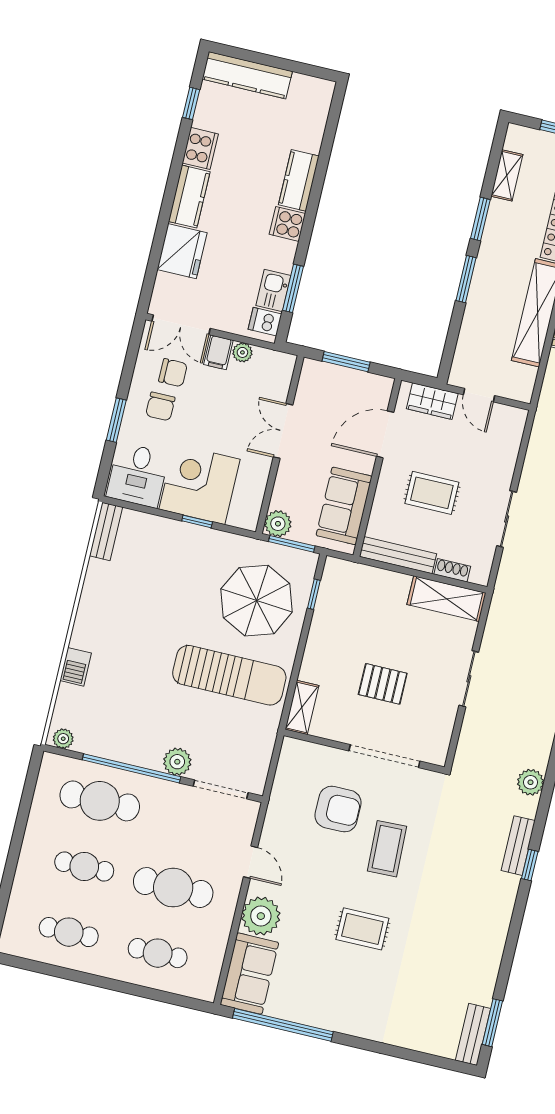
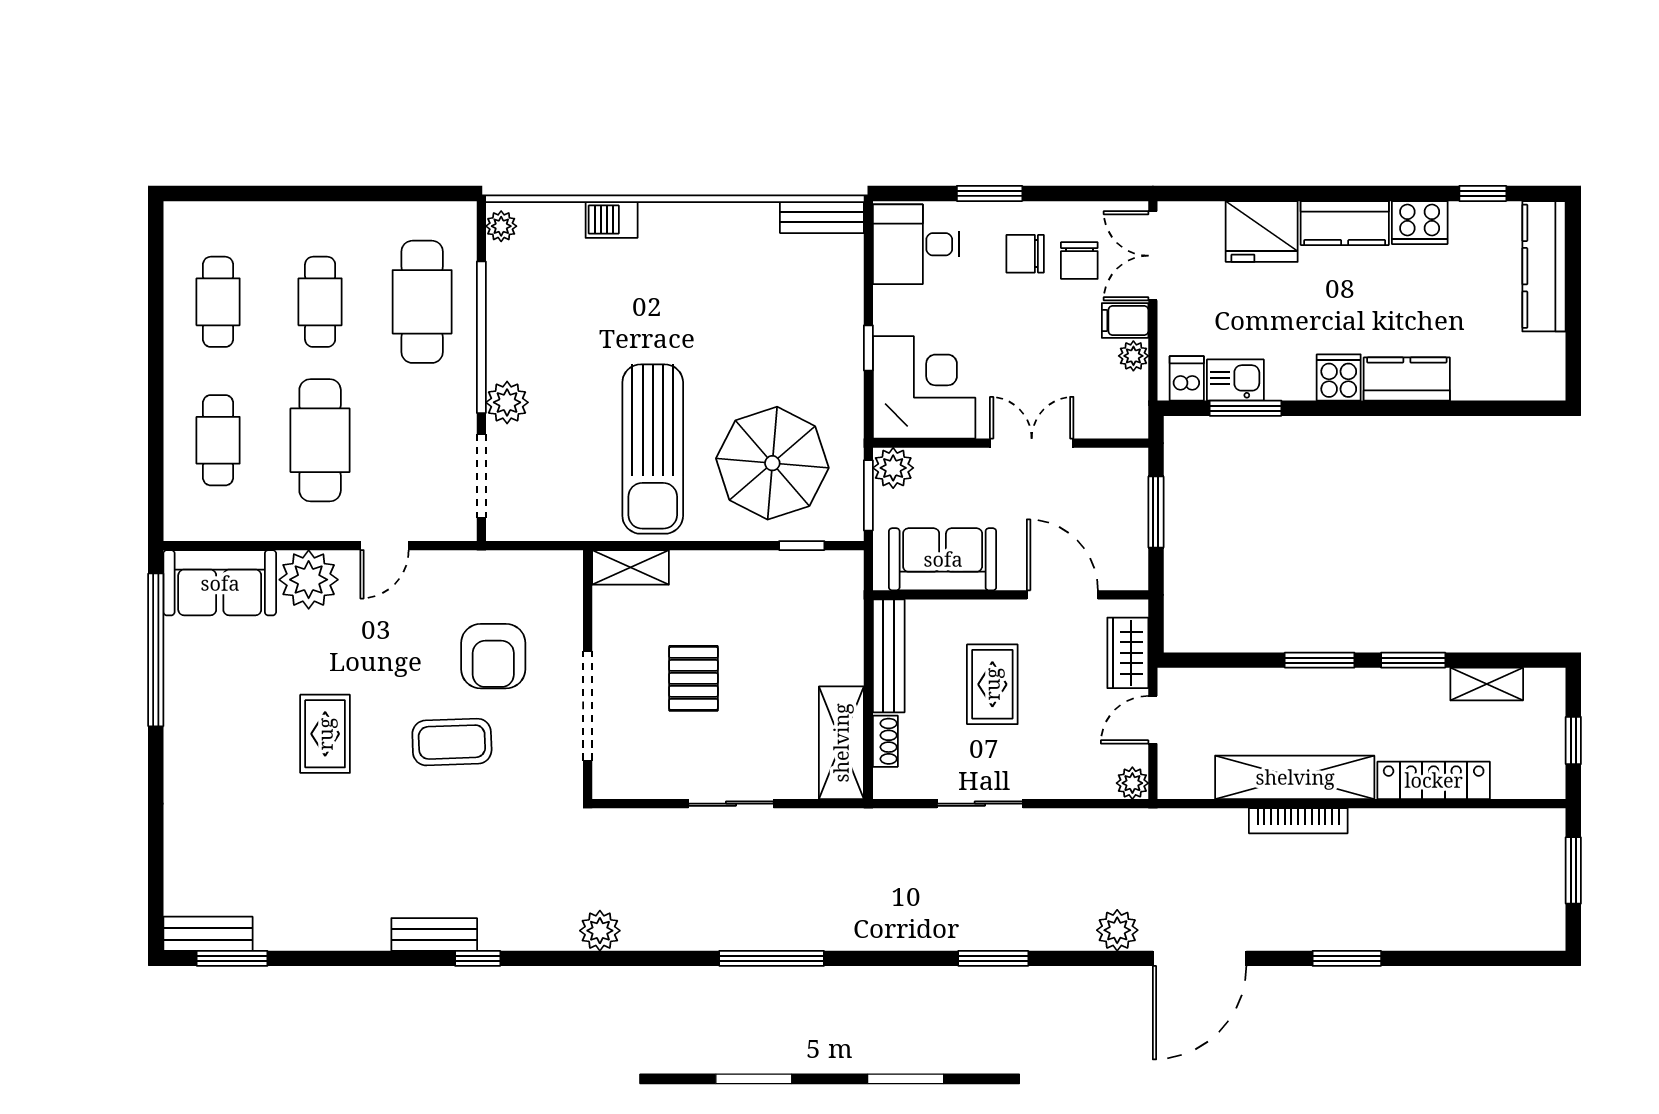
plant: (517, 418) -> (1132, 783), added
corner desk: (199, 484) -> (924, 387), moved
bench: (518, 846) -> (434, 934), moved

